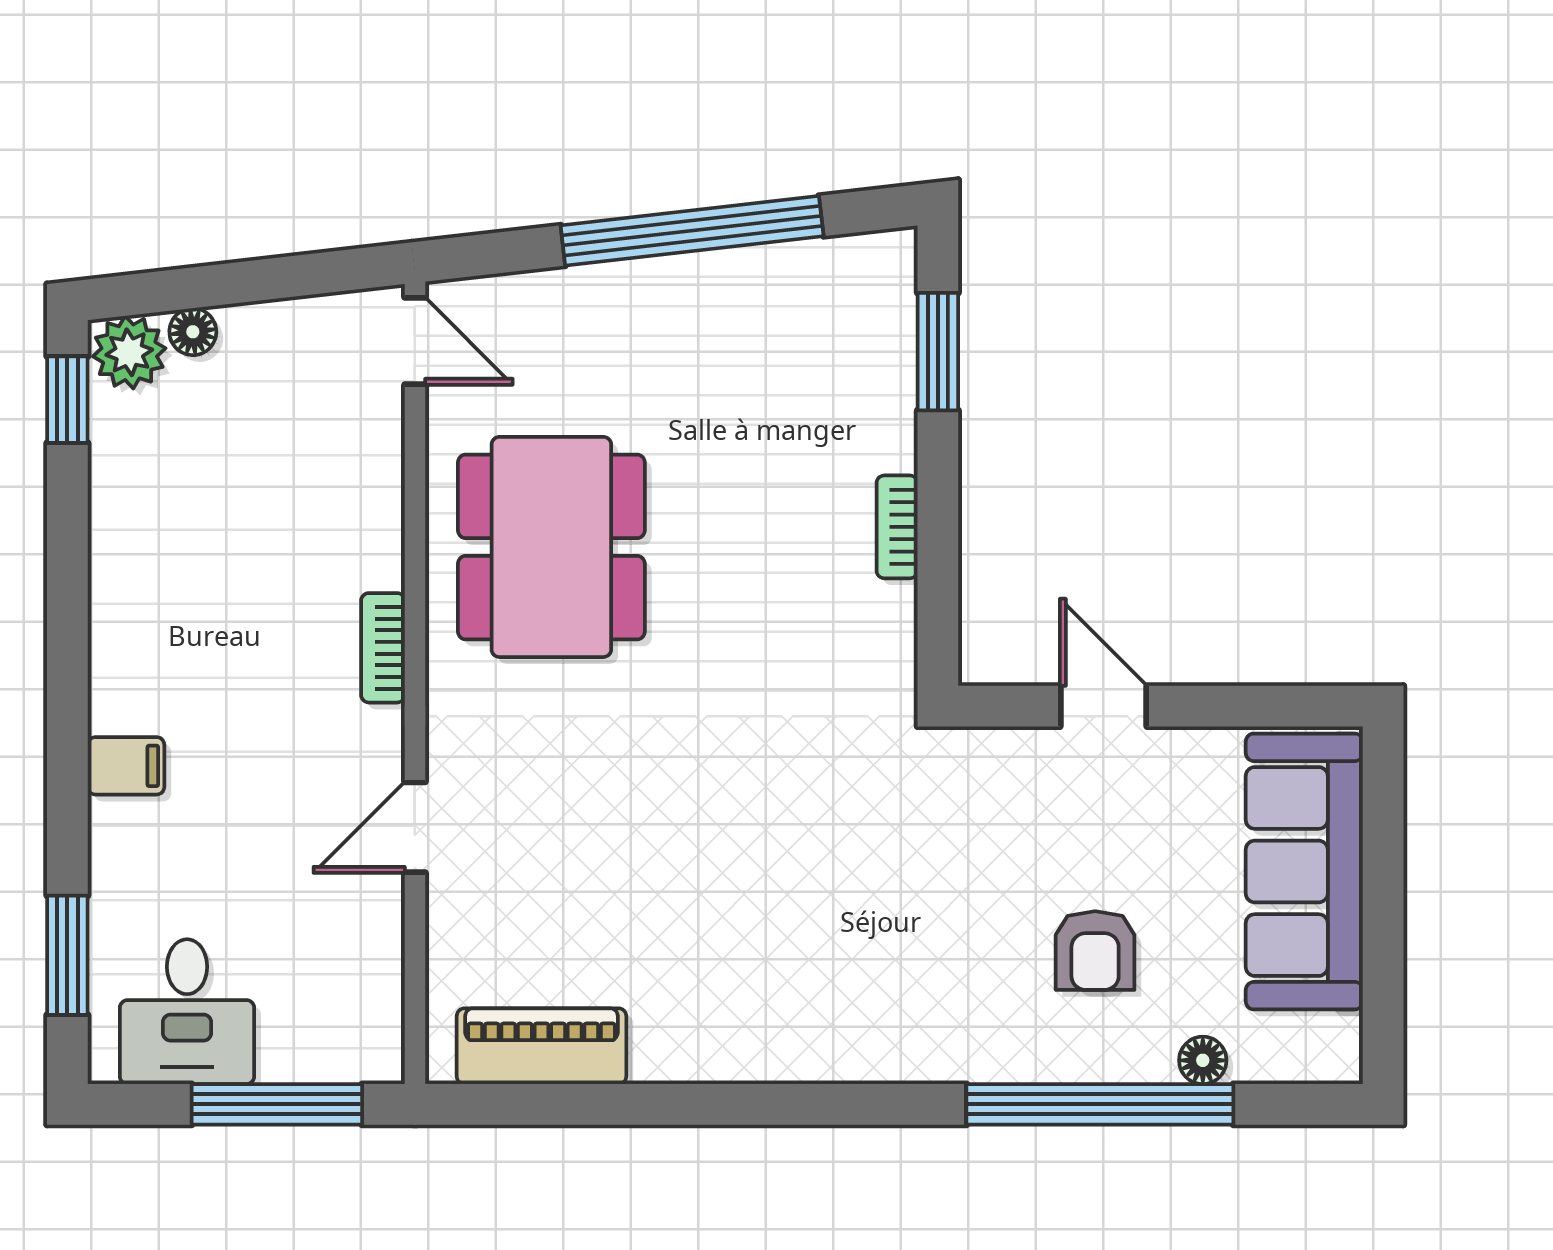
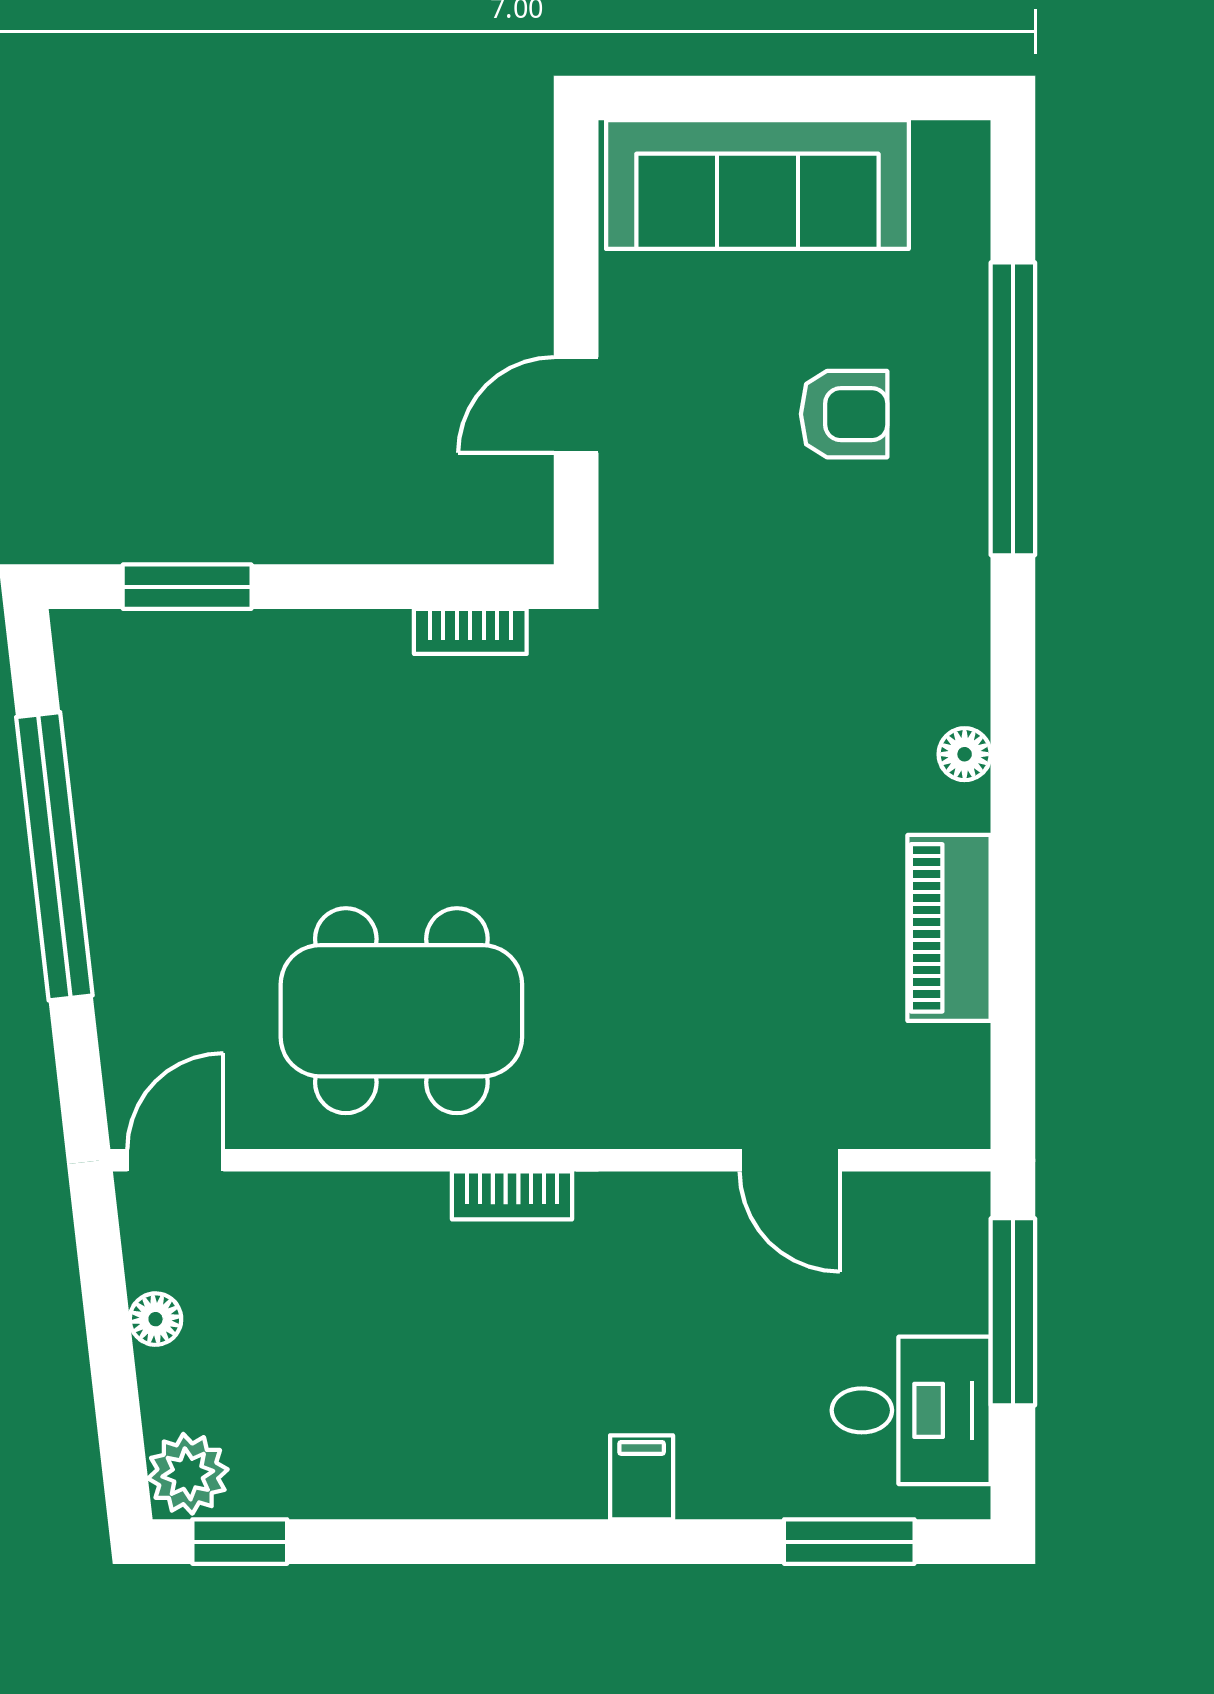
floor lamp: (193, 332) -> (156, 1319), moved
bookcase: (897, 527) -> (470, 631), moved
door: (415, 827) -> (790, 1160), moved
piano: (541, 1046) -> (949, 928), moved
floor lamp: (1203, 1060) -> (965, 754), moved

